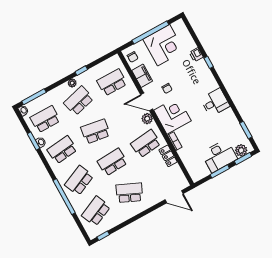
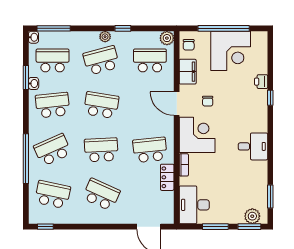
plant: (147, 119) -> (167, 38), moved
desk: (219, 156) -> (194, 205), moved, turned 90
school desk: (96, 211) -> (53, 195), turned 36

